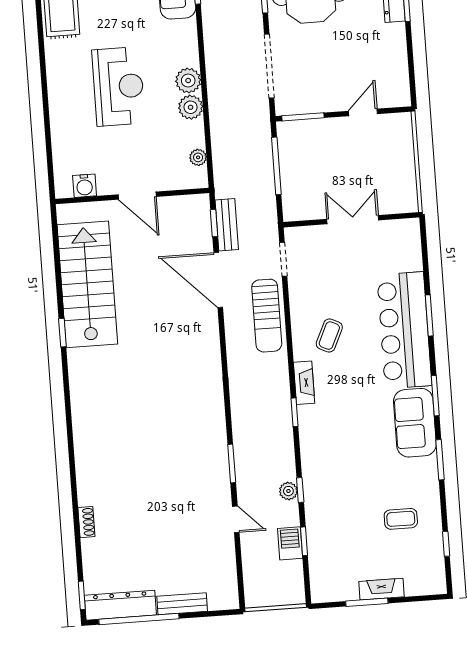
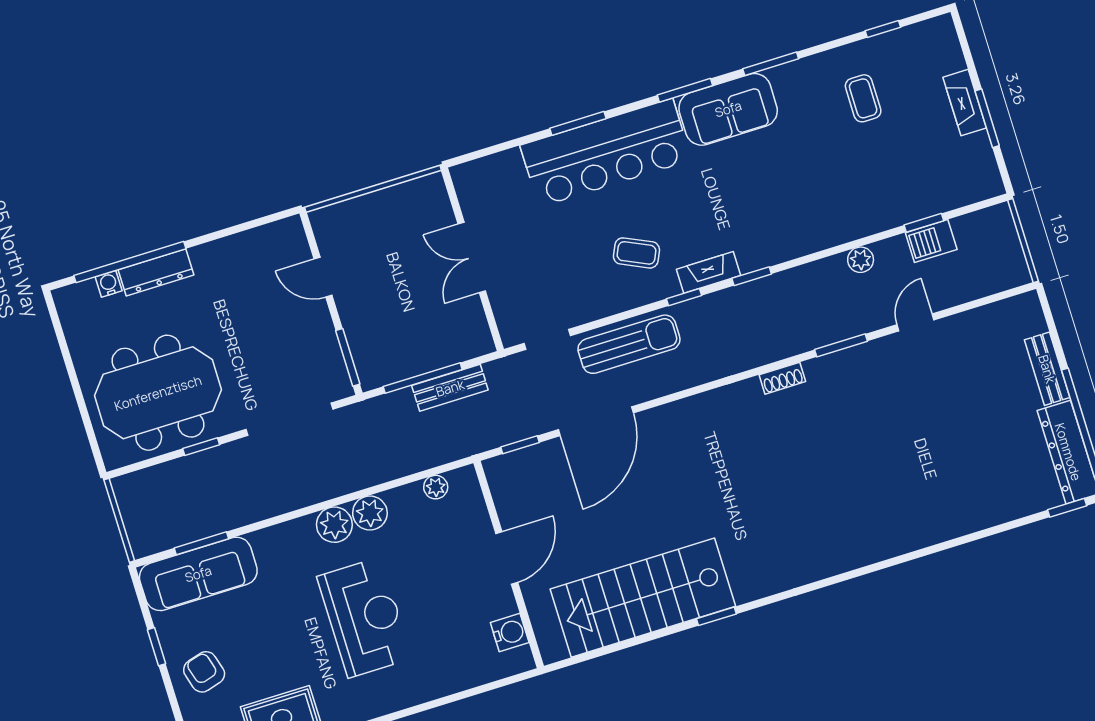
reception desk: (118, 86) -> (364, 618), turned 90
bench: (227, 225) -> (450, 388), moved
window: (300, 490) -> (684, 297), moved
shoe rack: (86, 522) -> (782, 378), moved, turned 180

